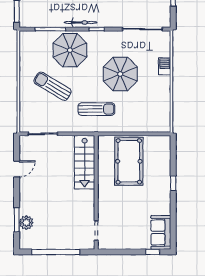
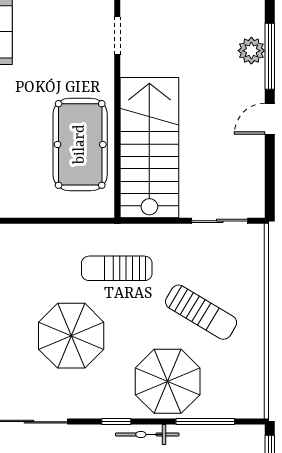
pool table: (129, 161) -> (80, 144), moved
stairs: (85, 162) -> (149, 148), width x1.36, depth x1.51
door: (17, 169) -> (270, 119), moved
window: (17, 220) -> (270, 56), width x1.44

